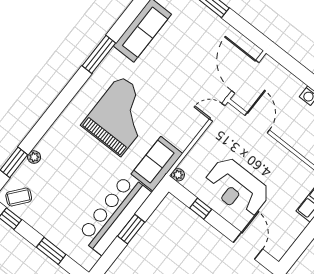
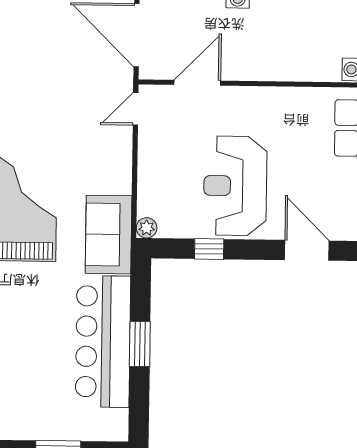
door: (257, 123) -> (197, 83), hinge flipped
reception desk: (237, 187) -> (235, 186), turned 90

